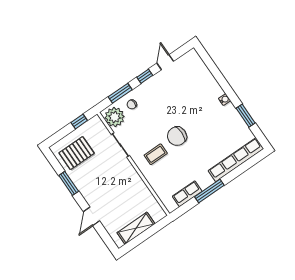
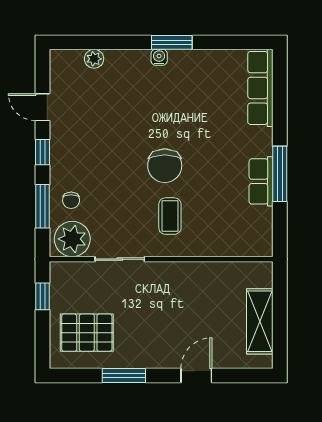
plant: (203, 70) -> (94, 59), added
window: (246, 116) -> (172, 42), moved
pallet: (77, 153) -> (87, 333), turned 90
row of seats: (236, 160) -> (260, 88), width x0.73
row of seats: (187, 194) -> (261, 181), moved
door: (91, 216) -> (196, 375), swing flipped

